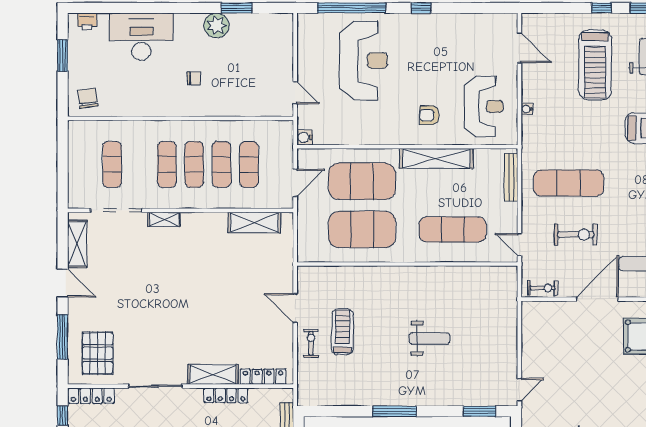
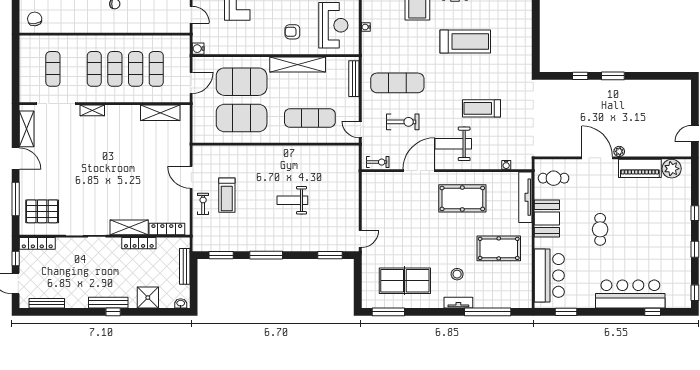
treadmill: (342, 332) -> (227, 195), turned 180
weight bench: (429, 339) -> (292, 200), turned 180
pallet: (98, 353) -> (42, 211), turned 90
window: (335, 411) -> (221, 255), added

